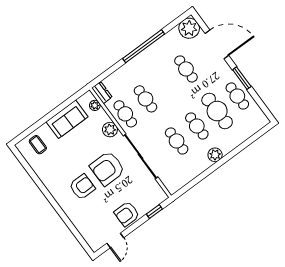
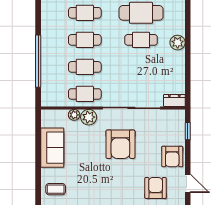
window: (144, 46) -> (38, 61), moved
dresser: (102, 93) -> (174, 101), moved
plant: (95, 105) -> (74, 115), moved
cafe table: (177, 141) -> (85, 40), moved
armchair: (82, 187) -> (156, 188), moved

